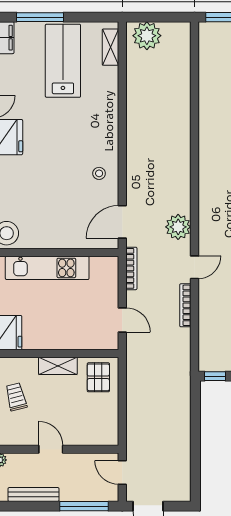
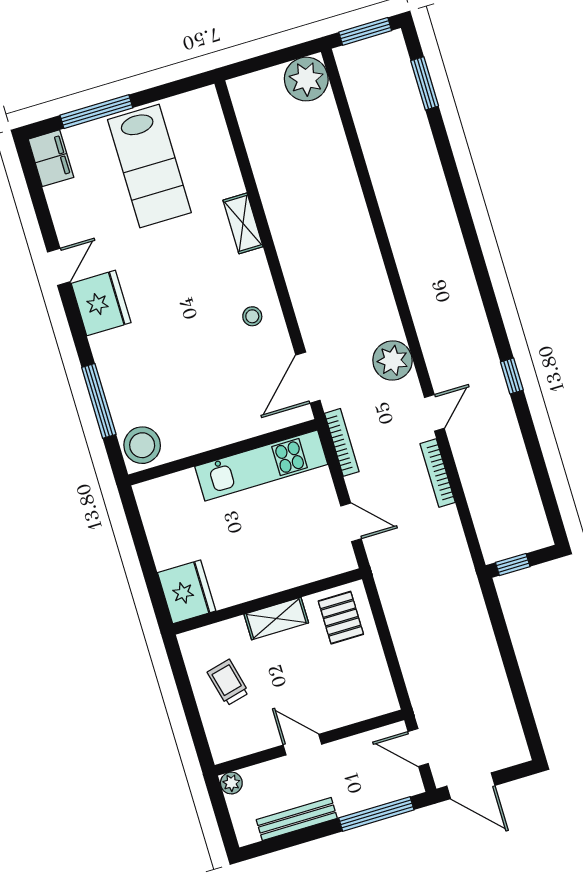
plant: (147, 36) -> (306, 79), moved
shelving: (111, 47) -> (243, 223), moved
lab bench: (63, 61) -> (149, 166), turned 180
kitchen unit: (47, 268) -> (261, 465), moved

